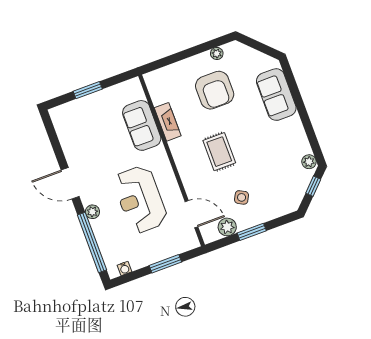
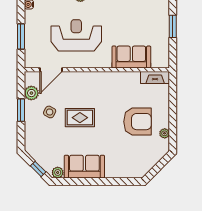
armchair: (215, 90) -> (138, 122), turned 180
sofa: (276, 95) -> (84, 167), moved
fireplace: (168, 122) -> (155, 78), moved
rug: (219, 152) -> (80, 118), moved

